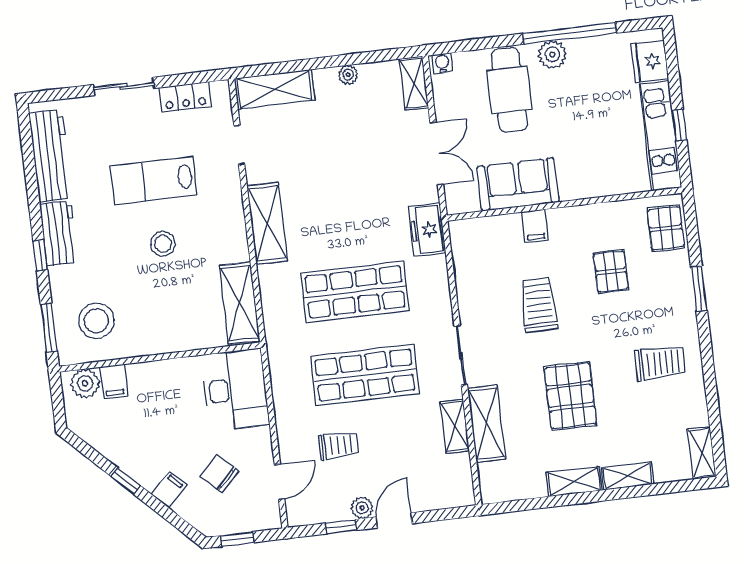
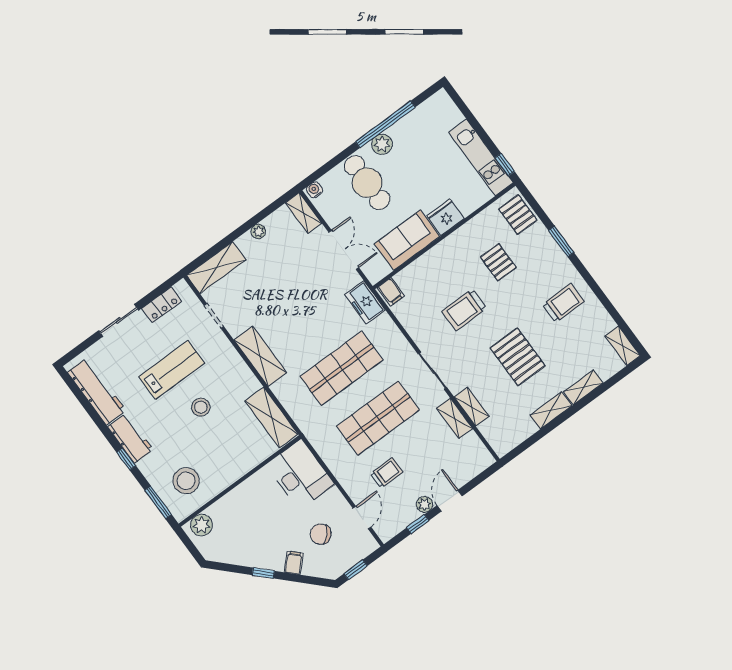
fridge: (650, 61) -> (445, 217), moved, turned 90
window: (679, 125) -> (505, 165), moved
lab bench: (154, 180) -> (172, 370), turned 180
filing cabinet: (535, 226) -> (391, 292), moved
trolley: (539, 305) -> (464, 310), turned -90
filing cabinet: (114, 381) -> (219, 513), removed
shelving: (487, 424) -> (472, 407), width x0.67, depth x0.75

